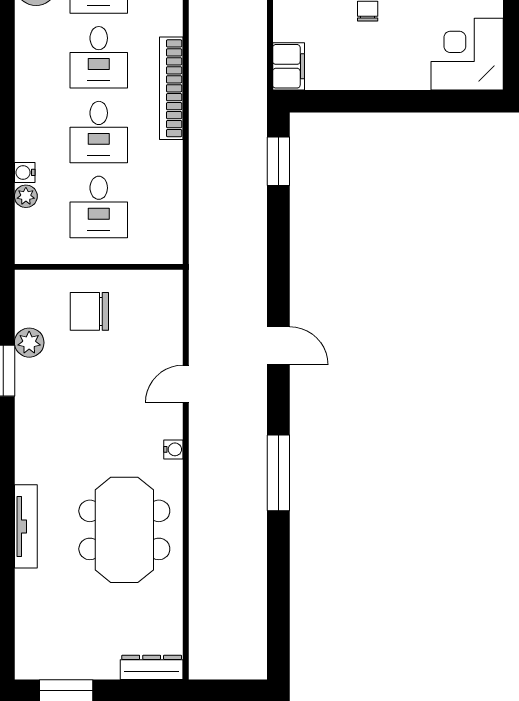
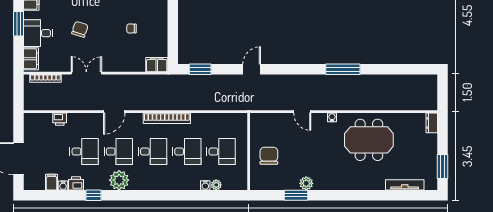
chair: (89, 311) -> (269, 156), turned 180
plant: (29, 343) -> (306, 183), moved
door: (278, 346) -> (252, 69), moved
tv unit: (26, 526) -> (405, 185), moved
dresser: (152, 667) -> (432, 123), width x0.70

